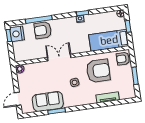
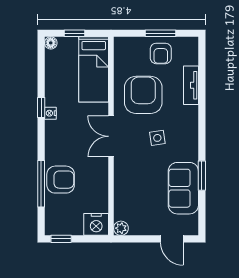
armchair: (43, 30) -> (61, 180), turned -90
nightstand: (17, 34) -> (96, 224), moved
double door: (59, 57) -> (111, 136), moved
armchair: (123, 59) -> (161, 53), moved

